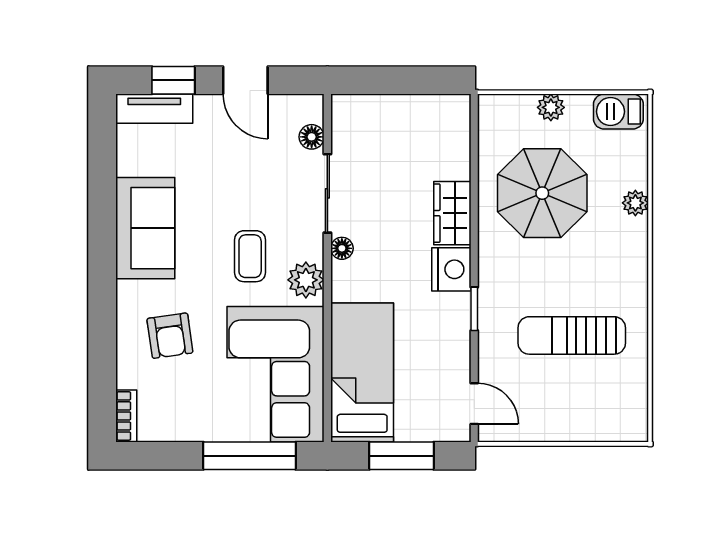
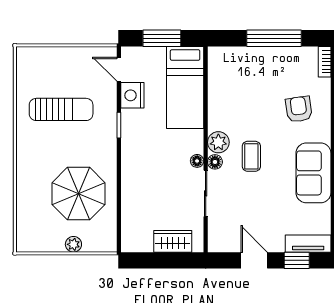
barbecue: (618, 112) -> (33, 242), removed
floor lamp: (312, 137) -> (215, 162), moved
plant: (635, 203) -> (23, 188), removed
wardrobe: (452, 213) -> (173, 241), moved, turned -90
nightstand: (451, 269) -> (132, 95), moved
corner sofa: (276, 374) -> (236, 86), removed
window: (250, 456) -> (274, 38), moved

